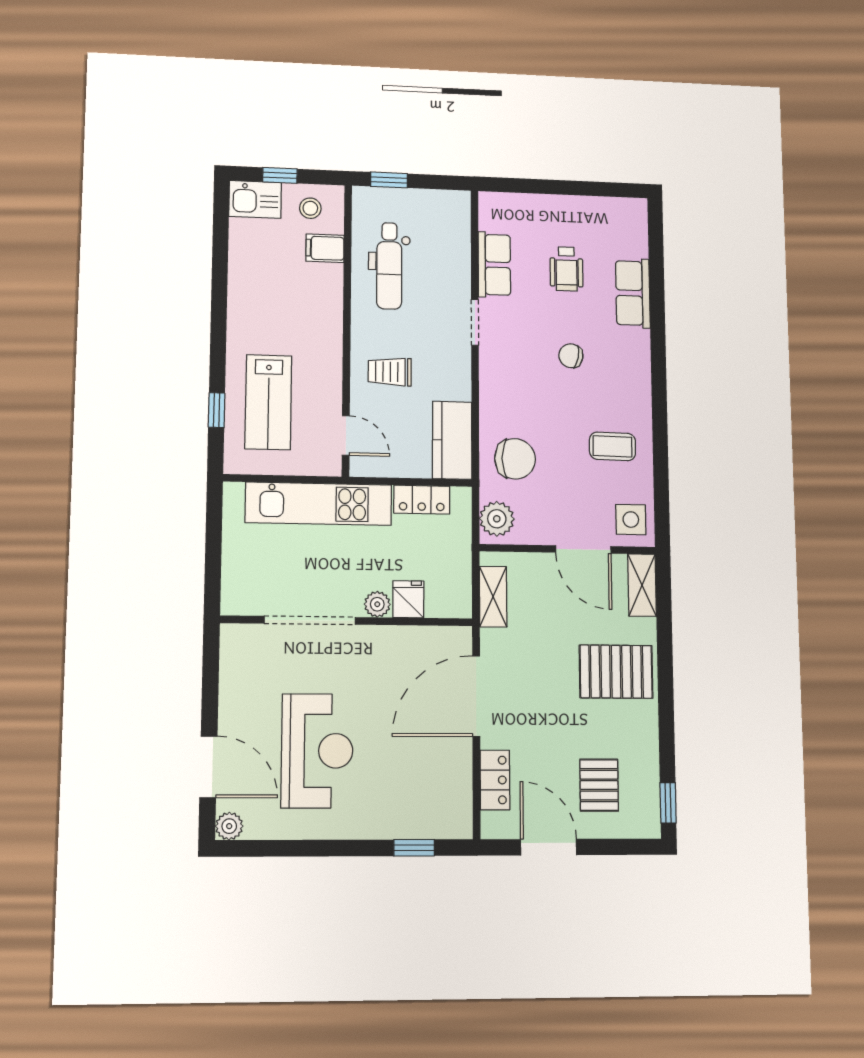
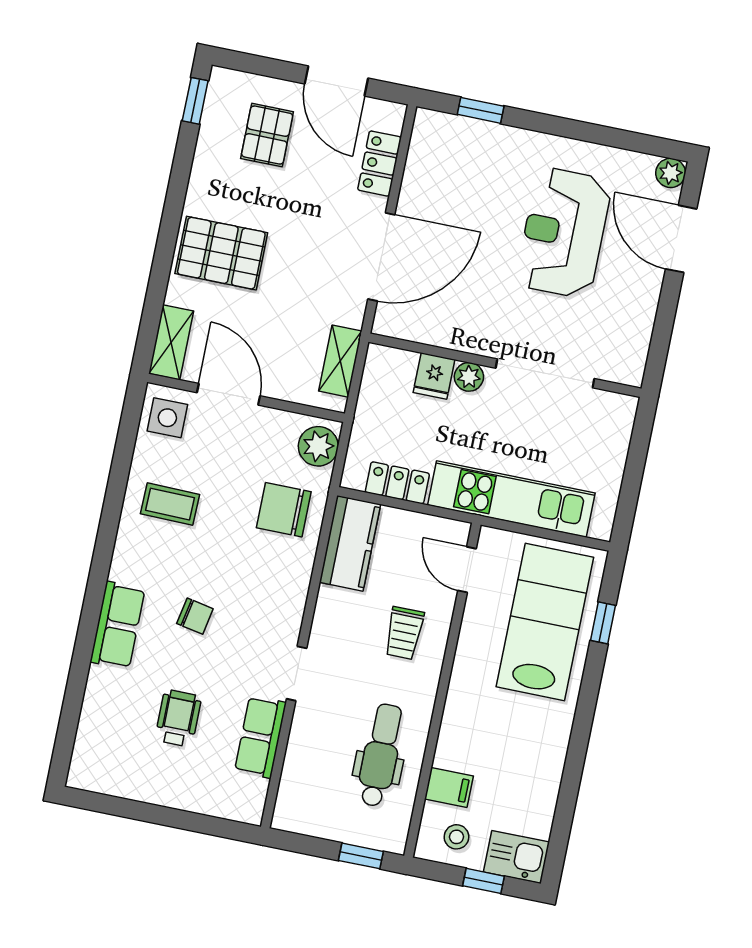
row of seats: (633, 293) -> (118, 625), moved
trolley: (390, 372) -> (404, 633), turned 90
lab bench: (268, 402) -> (545, 622), width x1.36, depth x1.39

